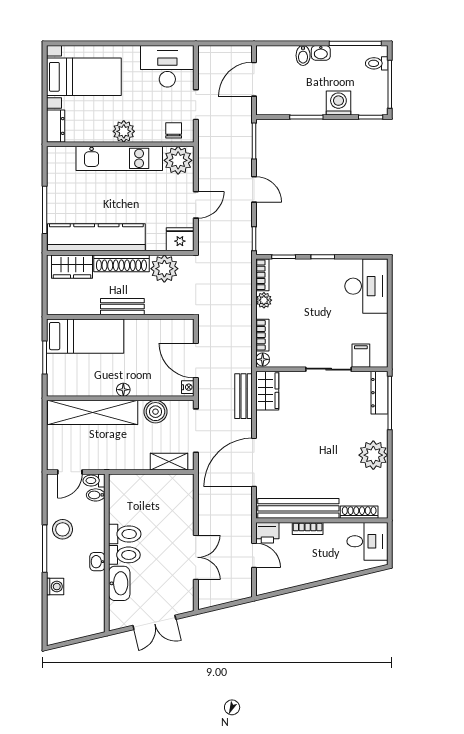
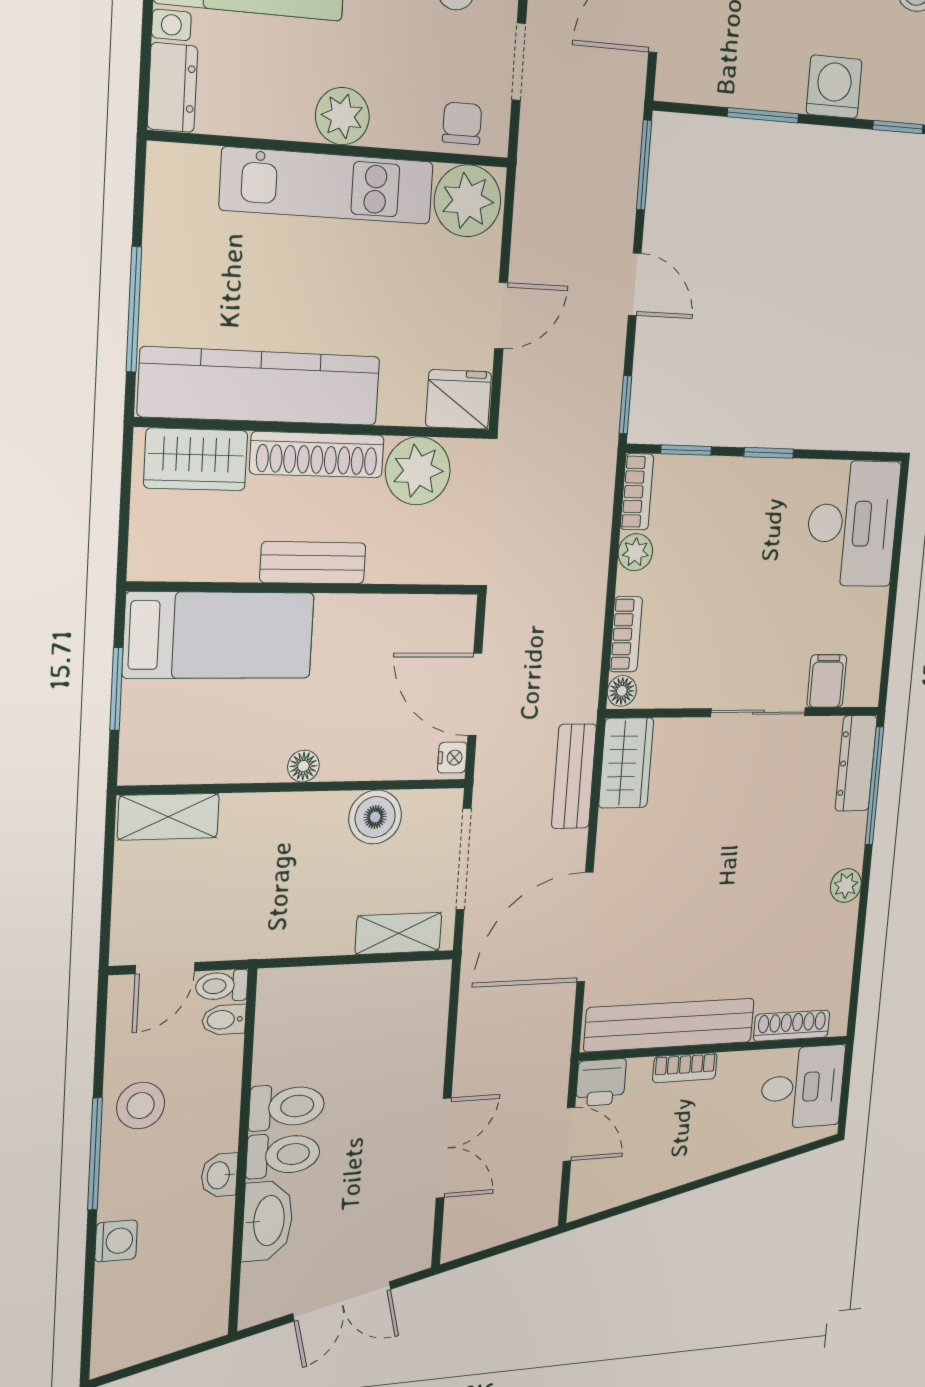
shelving: (93, 412) -> (168, 817), width x0.45, depth x0.75
plant: (373, 455) -> (846, 885), width x0.53, depth x0.53

